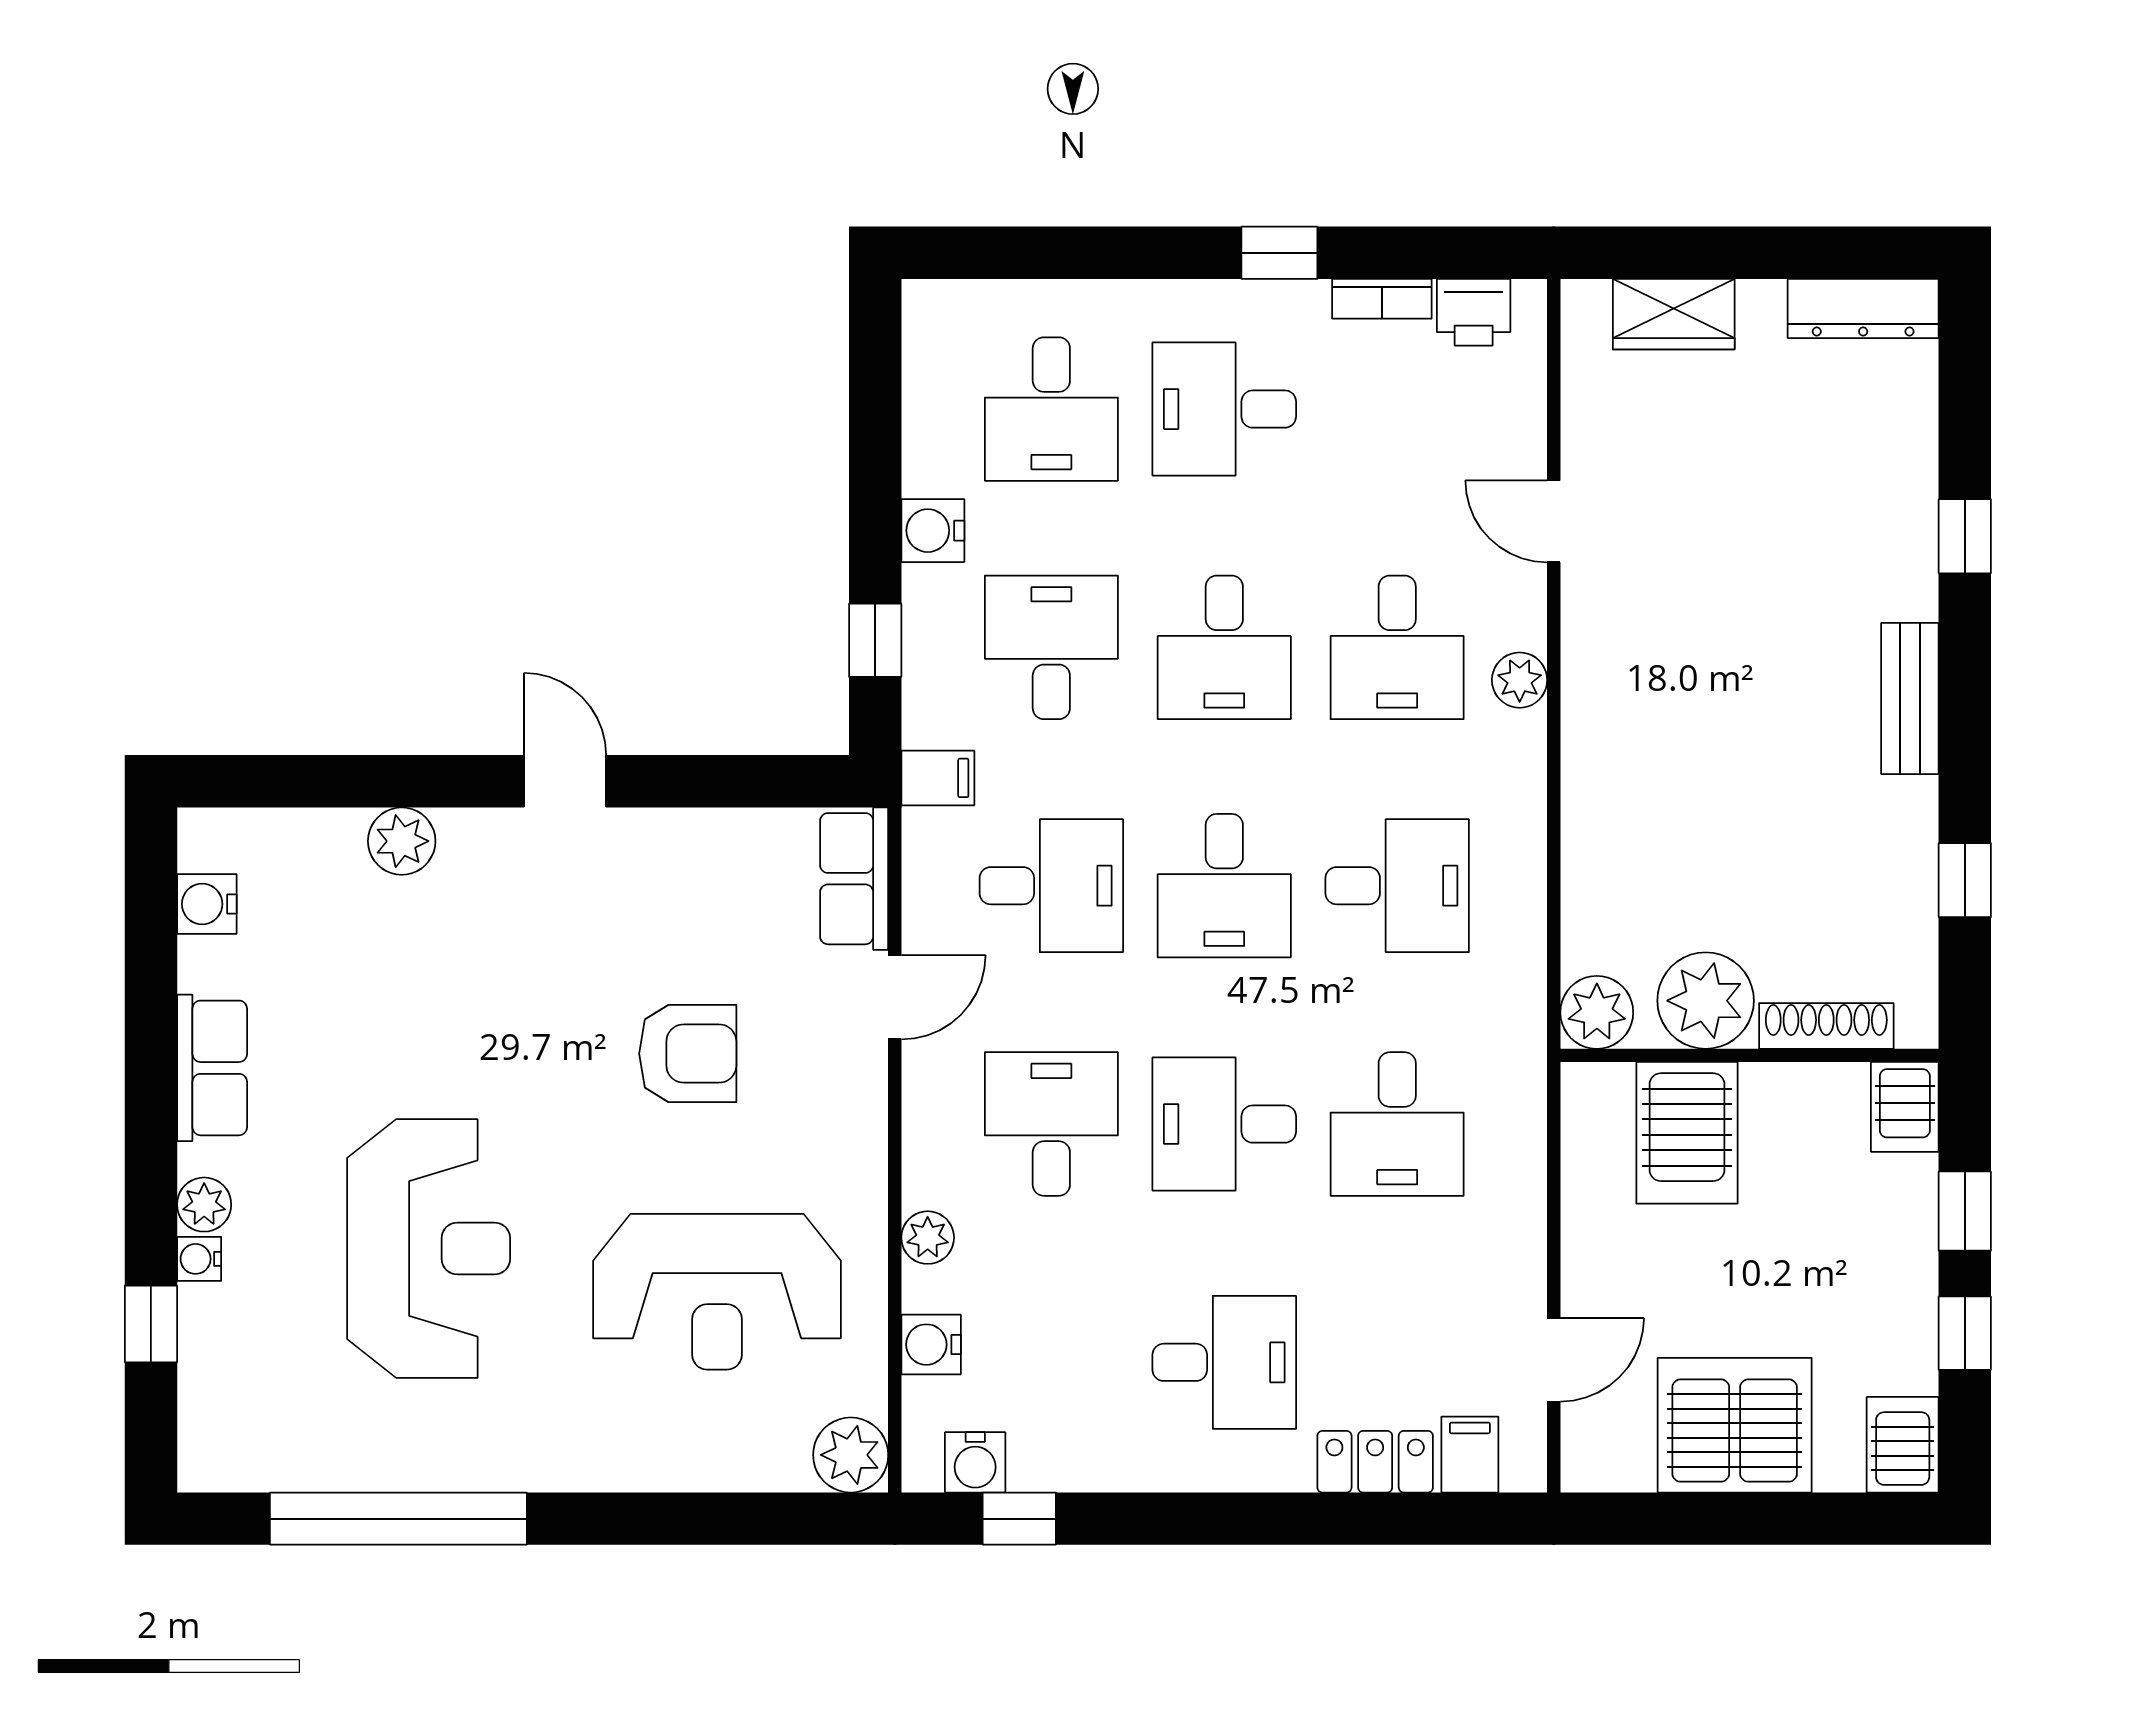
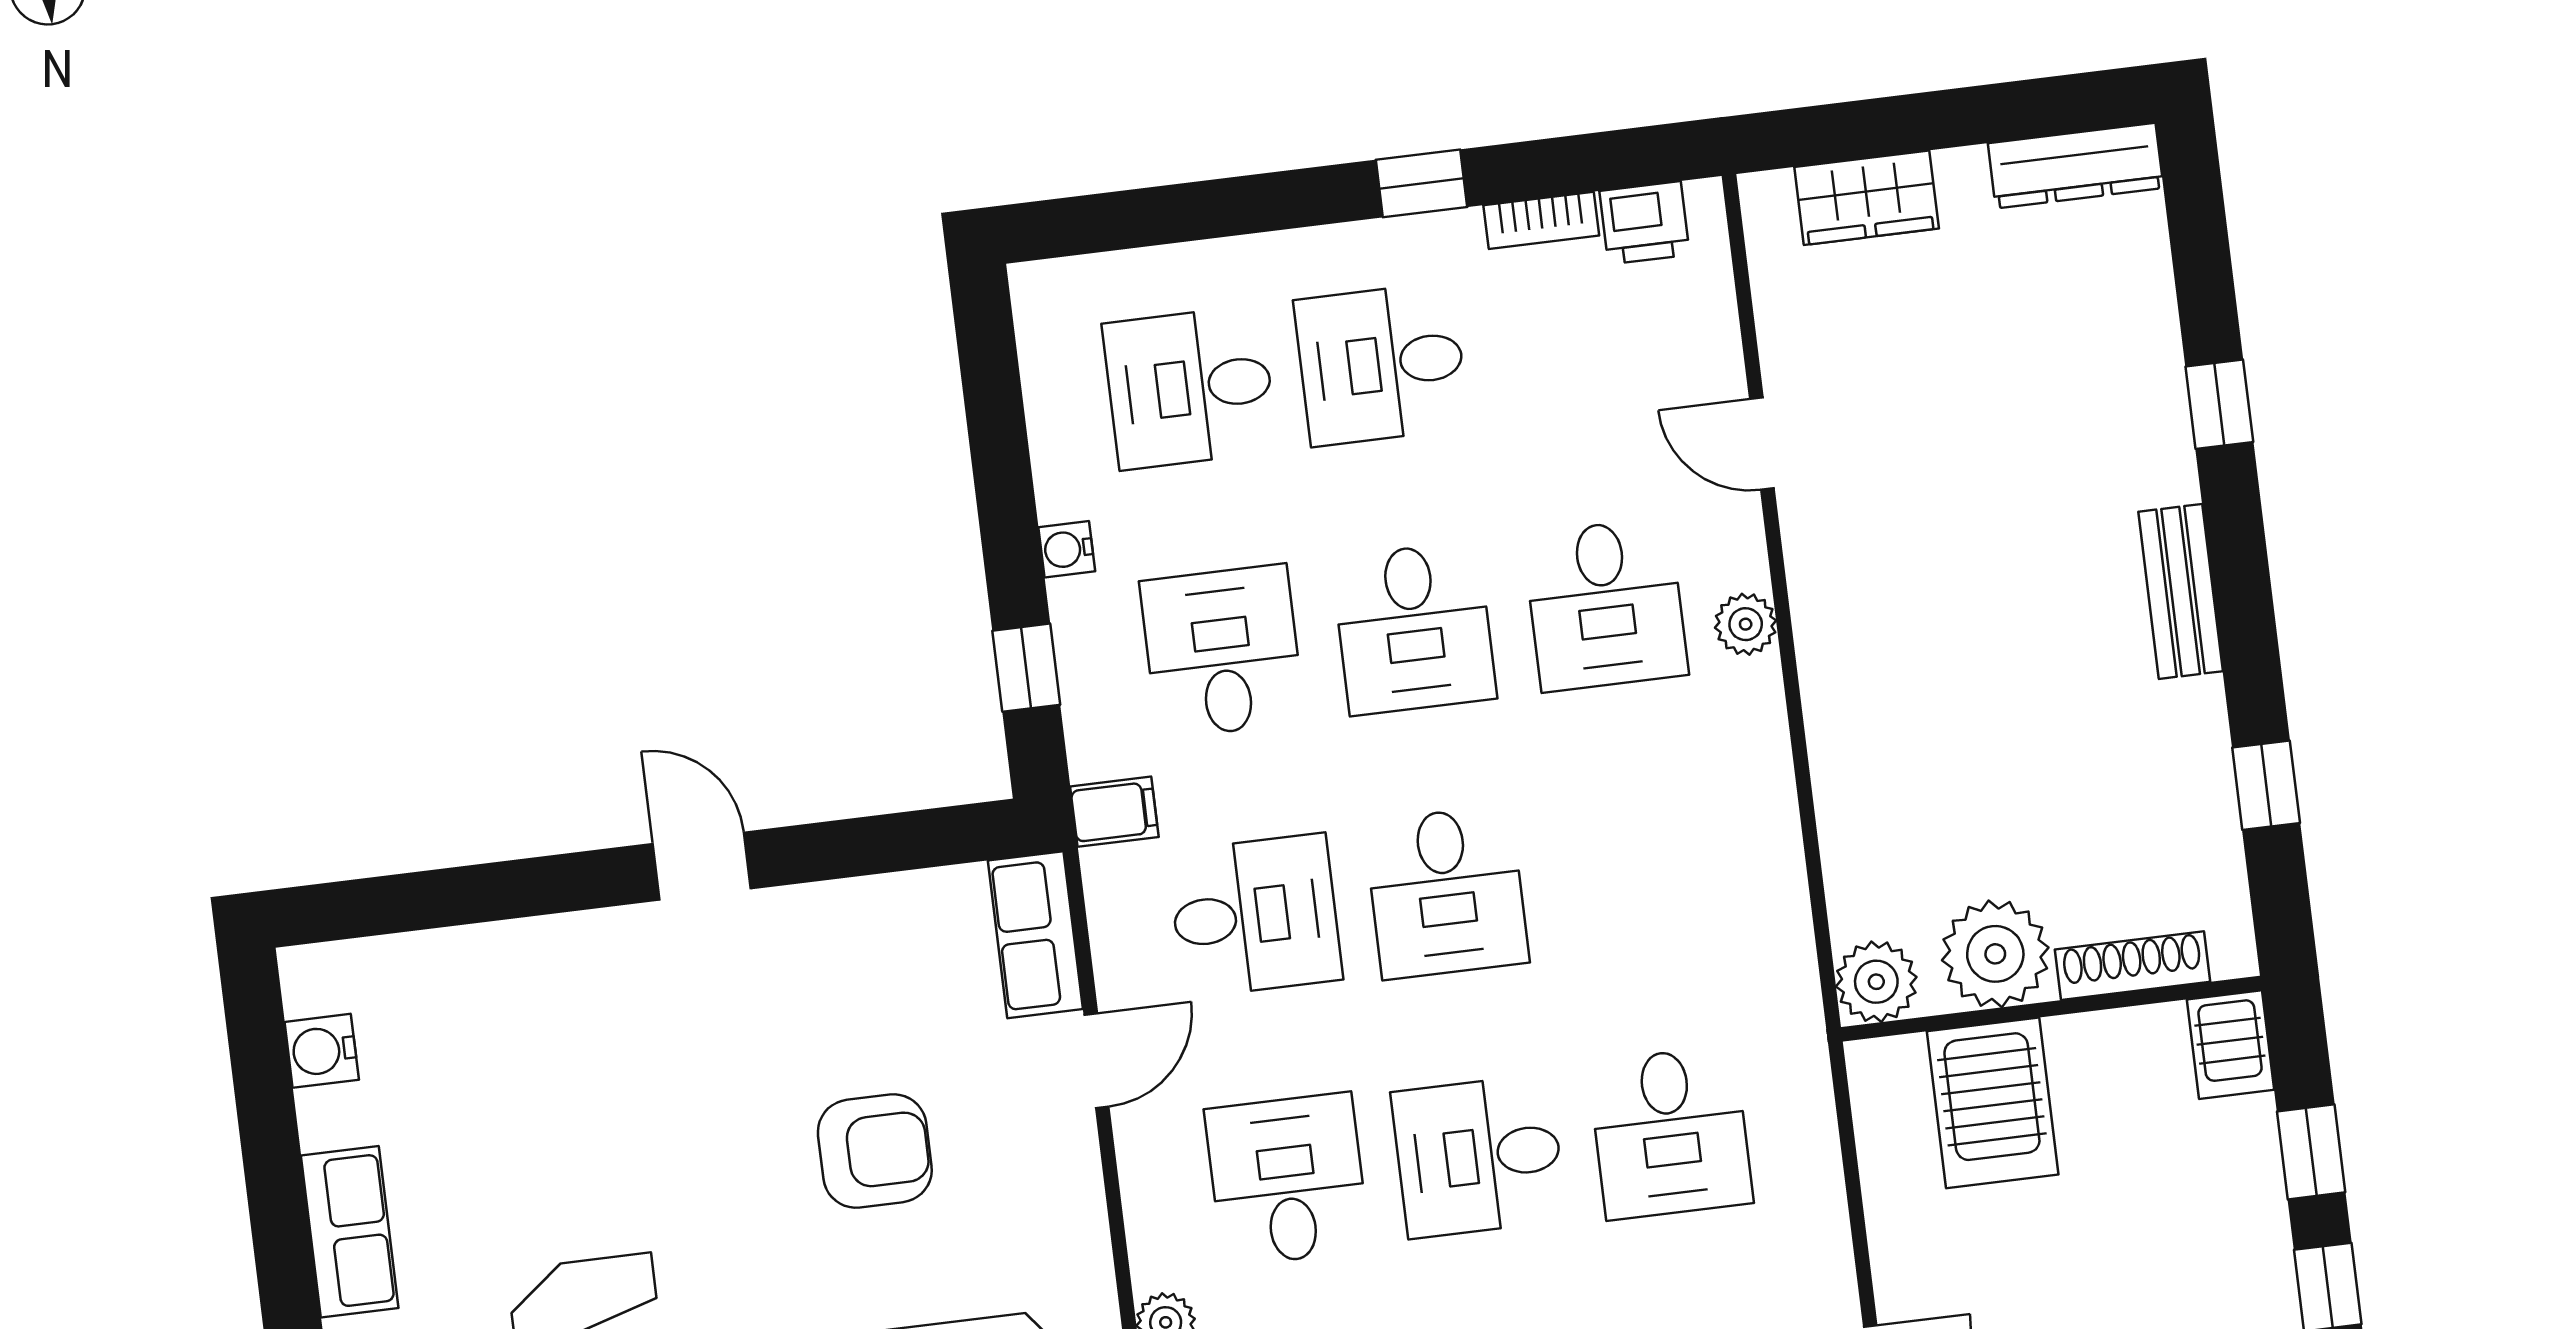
desk: (1051, 409) -> (1190, 388), turned 90
water cooler: (933, 531) -> (1067, 549), width x0.72, depth x0.72
plant: (402, 841) -> (529, 955), removed
desk: (1397, 886) -> (1638, 869), removed

